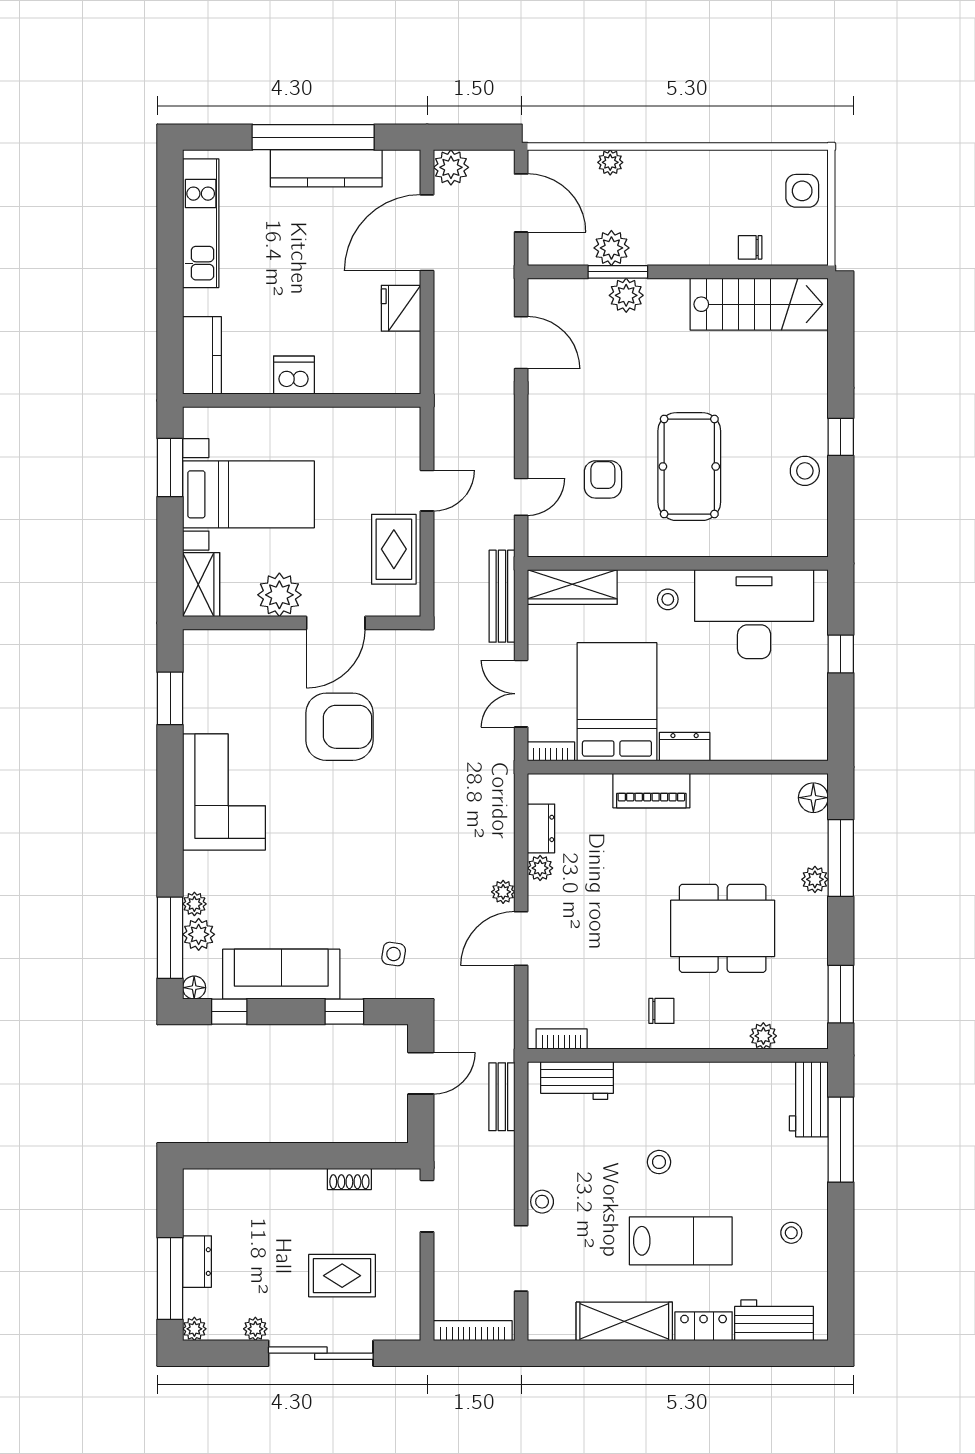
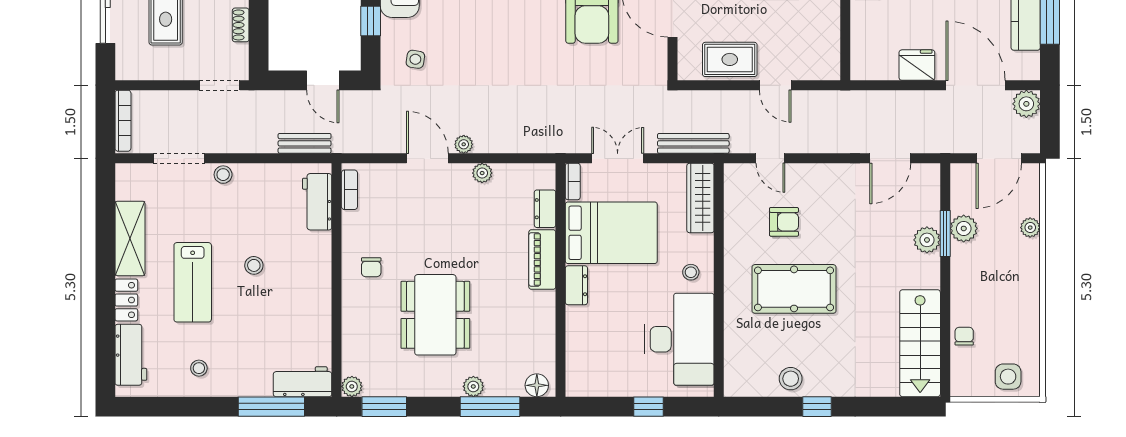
dresser: (541, 828) -> (545, 209), moved, turned 90
plant: (763, 1036) -> (352, 386), moved

